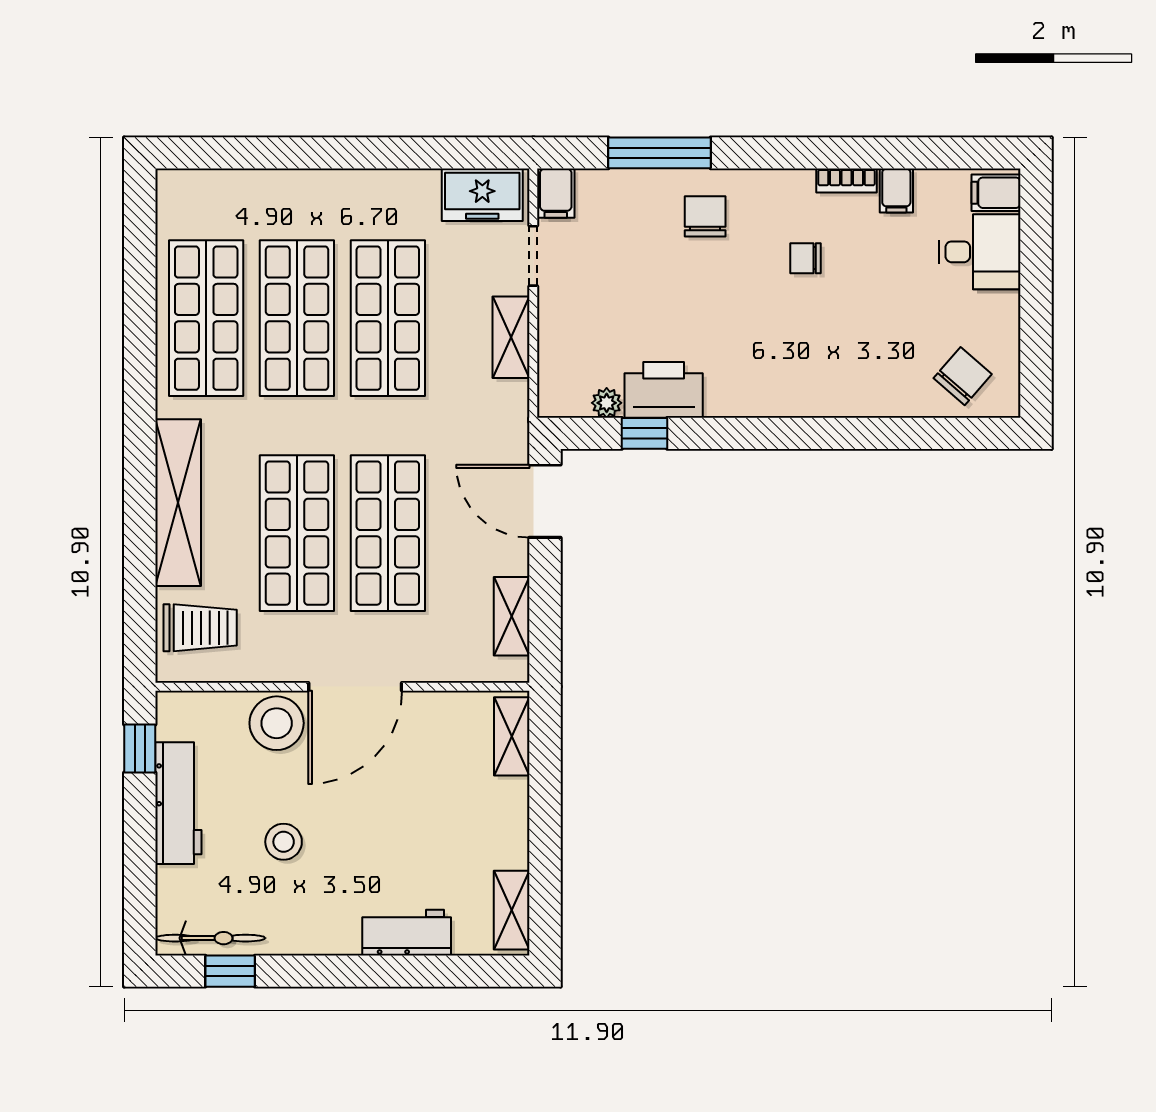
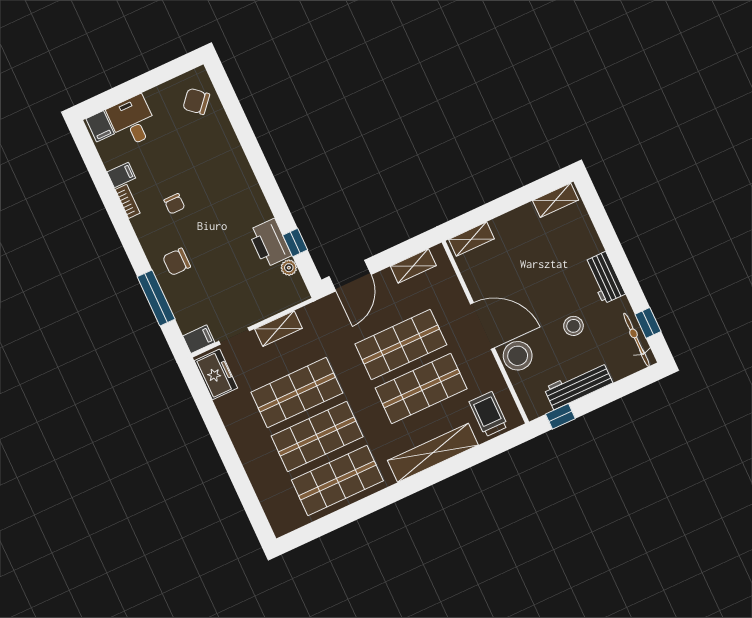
workbench: (407, 933) -> (605, 278), moved

